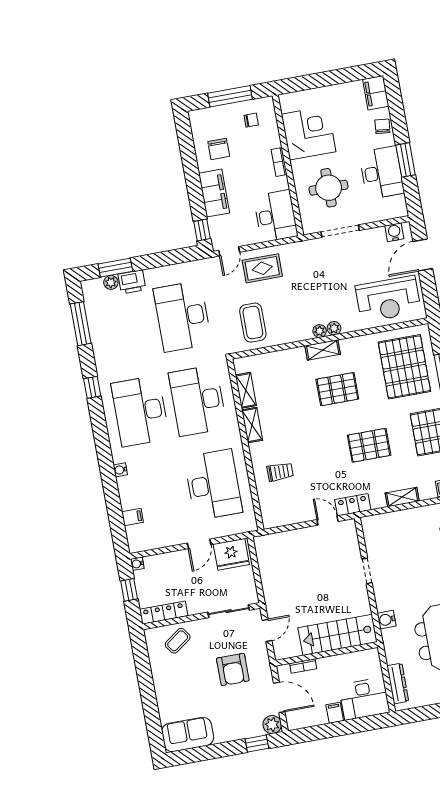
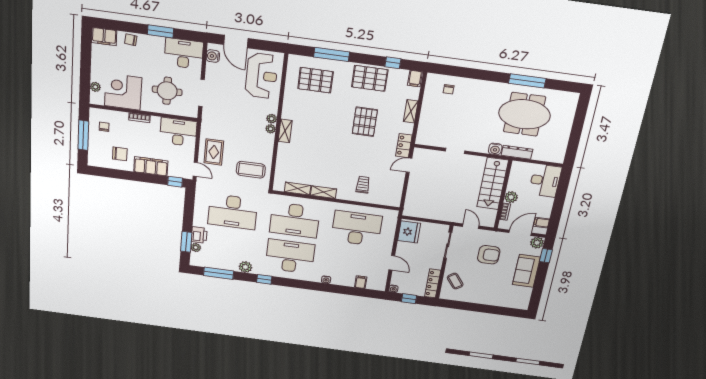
plant: (304, 97) -> (95, 87), added
desk: (382, 173) -> (184, 54), moved
plant: (103, 357) -> (245, 267), added
pallet: (404, 367) -> (315, 80), width x0.73, depth x0.71
pallet: (337, 389) -> (317, 130), removed
desk: (140, 411) -> (290, 256), turned 180
door: (199, 544) -> (392, 263), moved
plant: (326, 665) -> (511, 197), added
dresser: (398, 683) -> (517, 152), moved
filing cabinet: (335, 713) -> (542, 223), moved
sofa: (188, 734) -> (526, 271), moved

